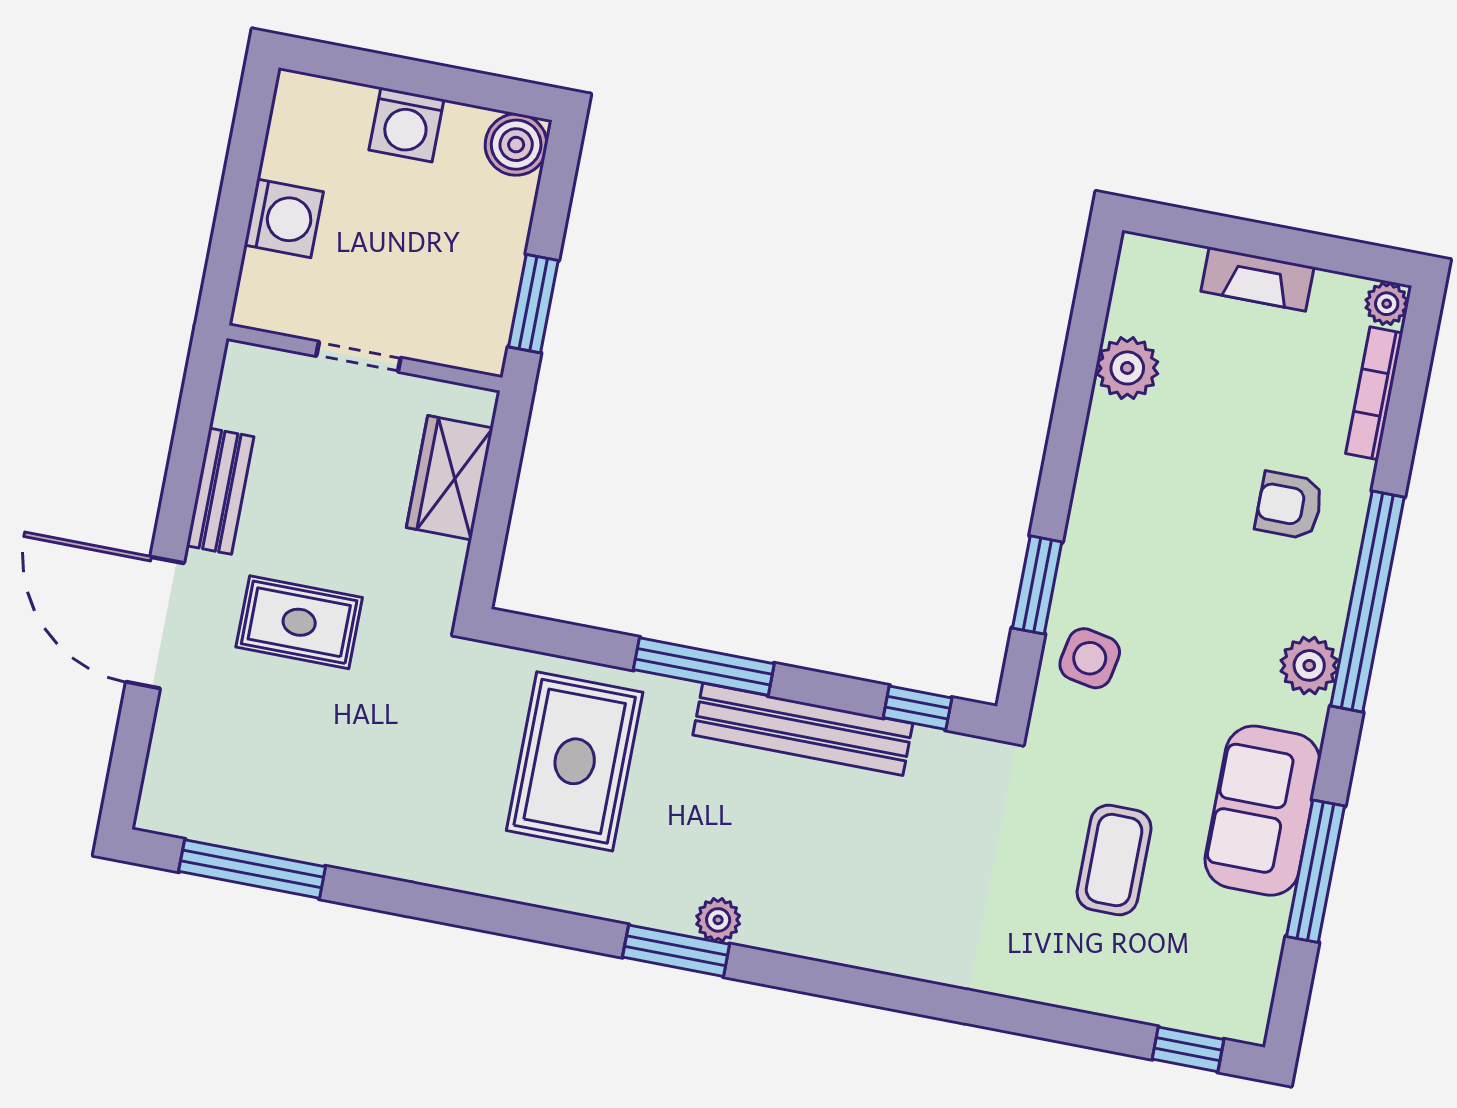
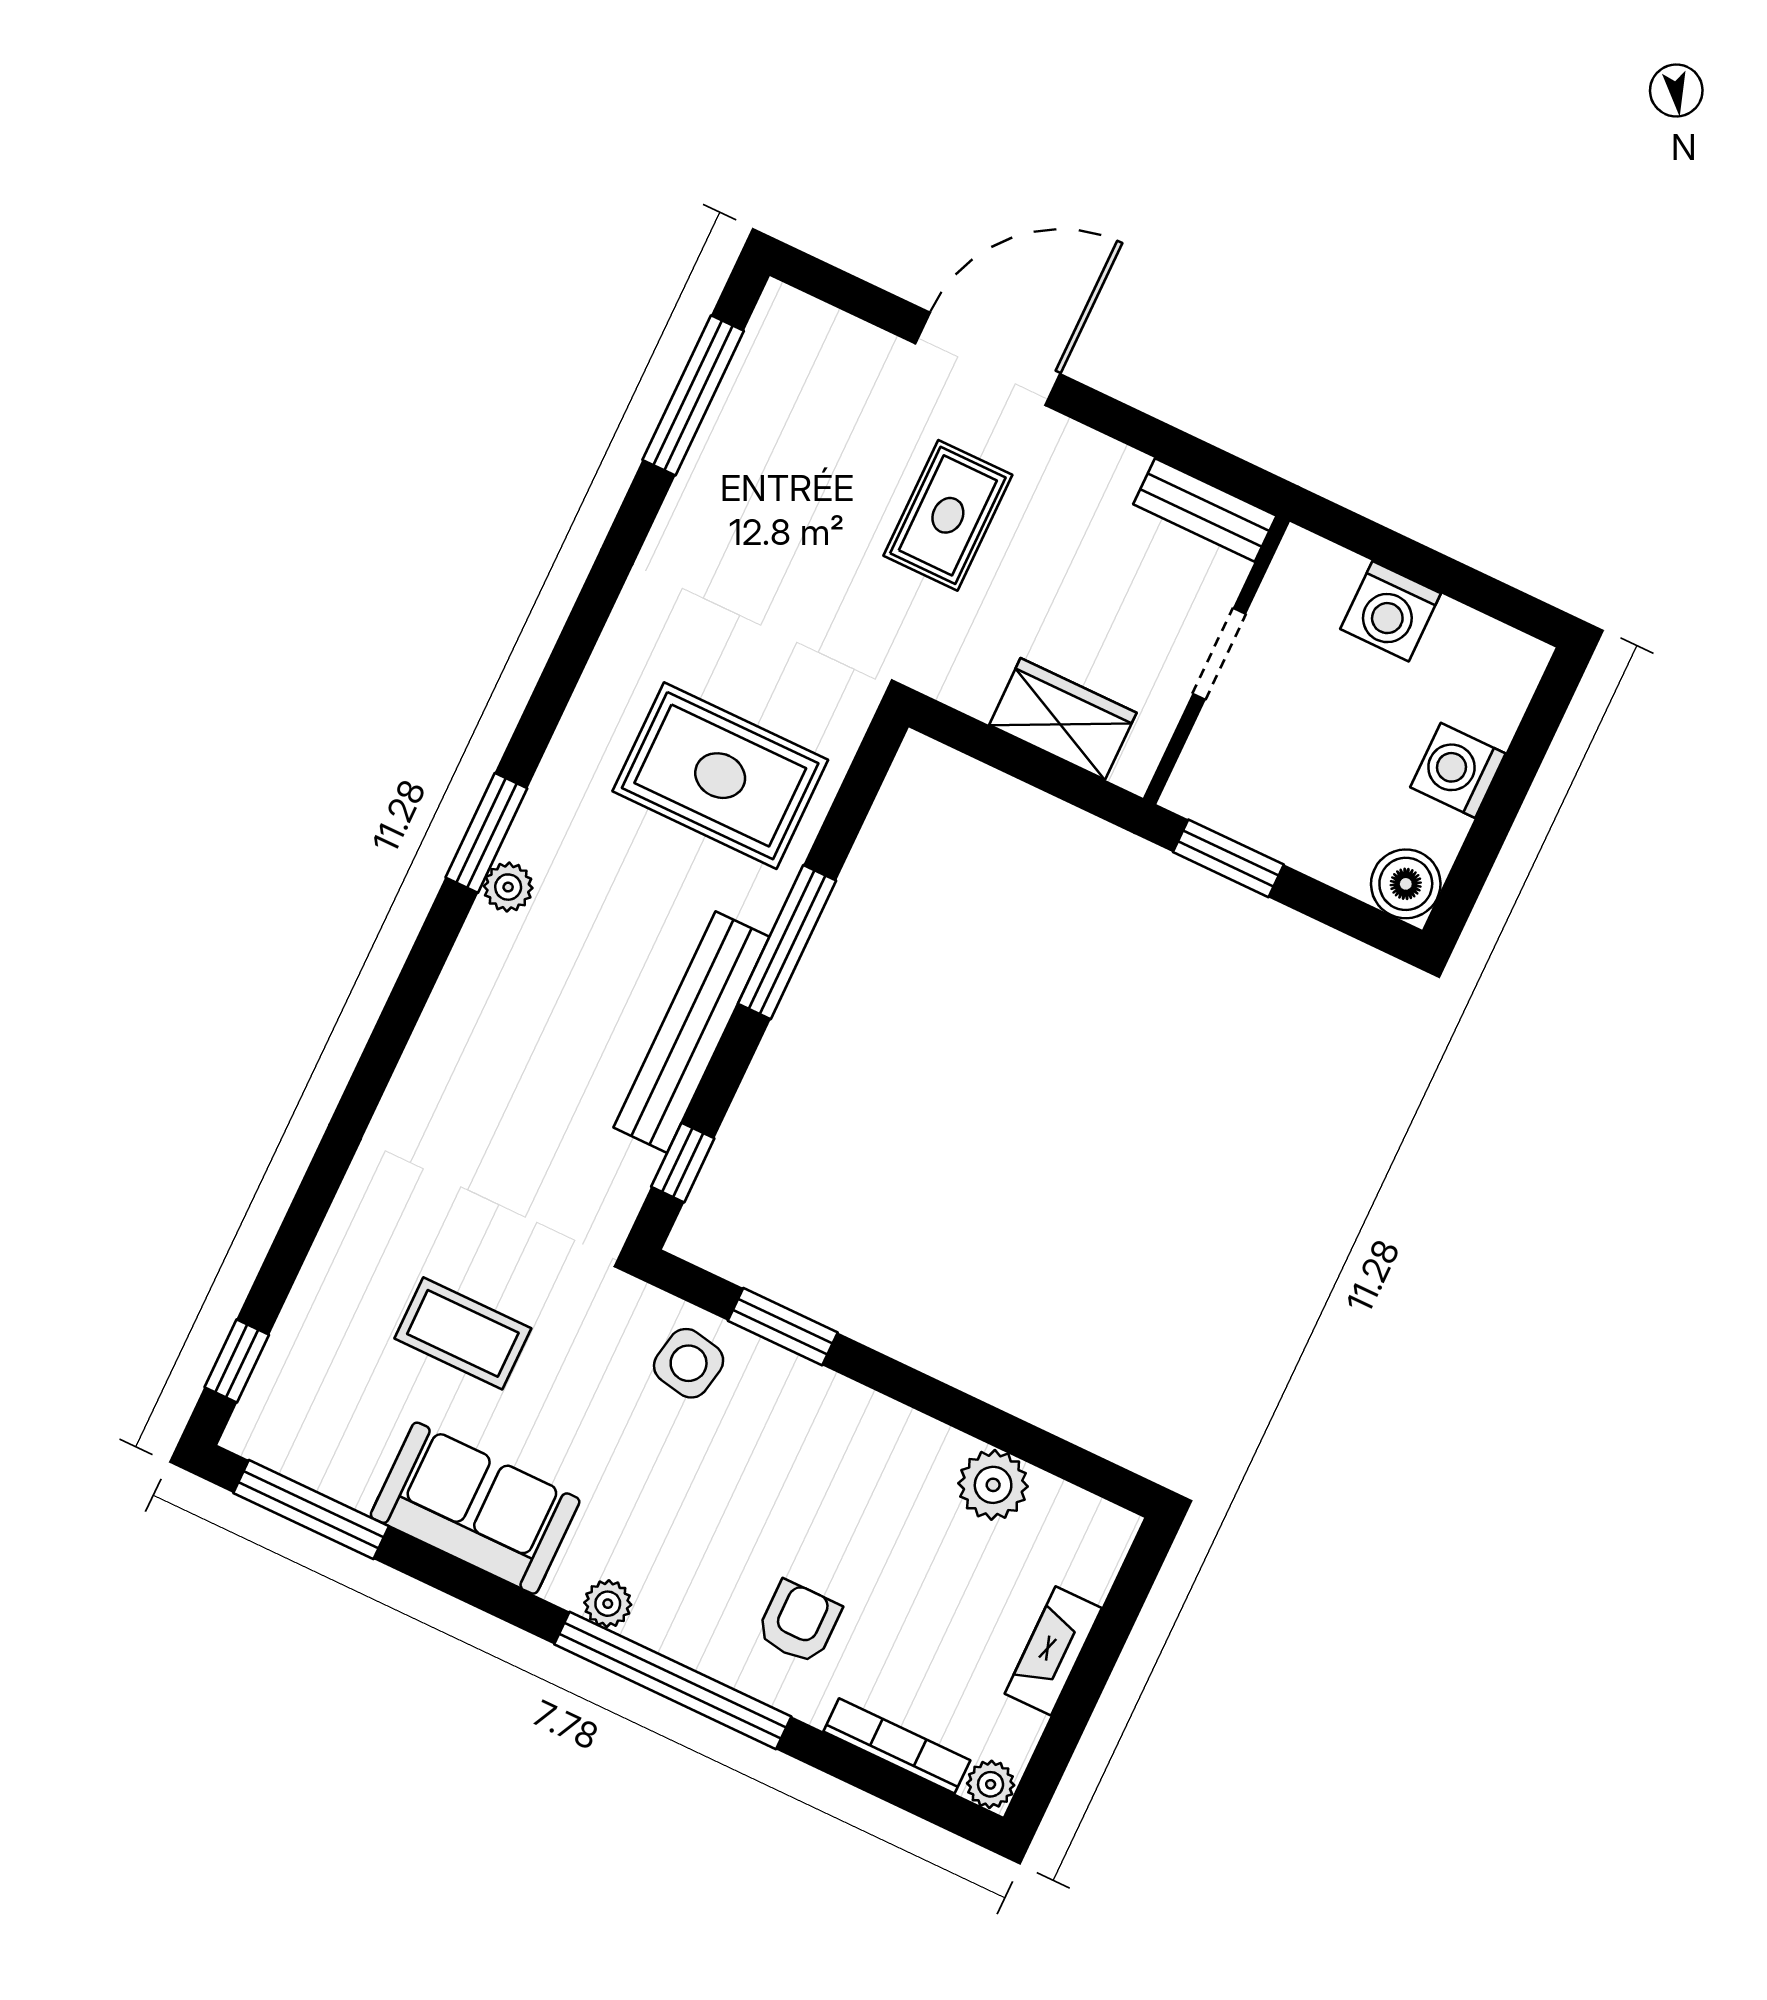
bench: (220, 491) -> (1205, 510), moved
plant: (1309, 665) -> (608, 1604), width x0.73, depth x0.73
window: (1316, 871) -> (311, 1510), moved

